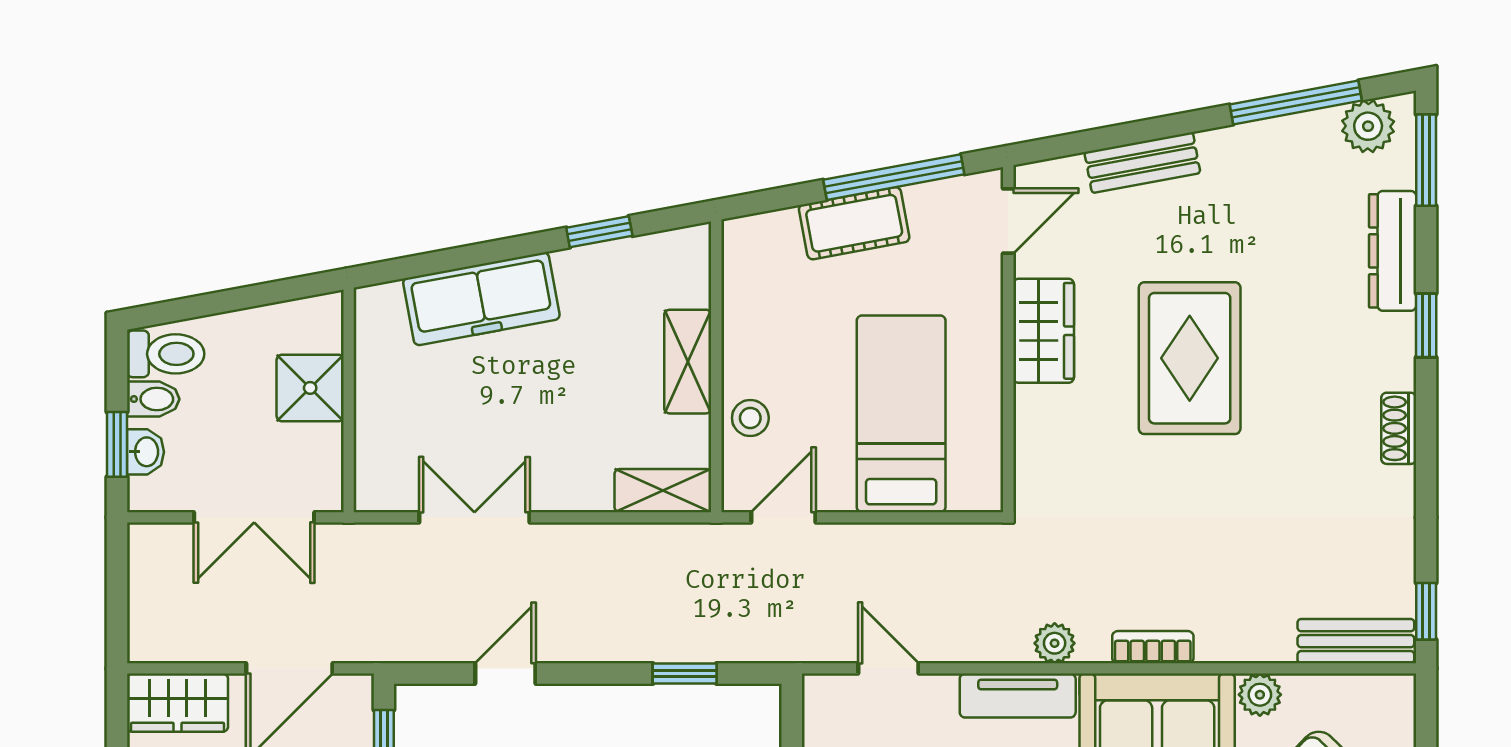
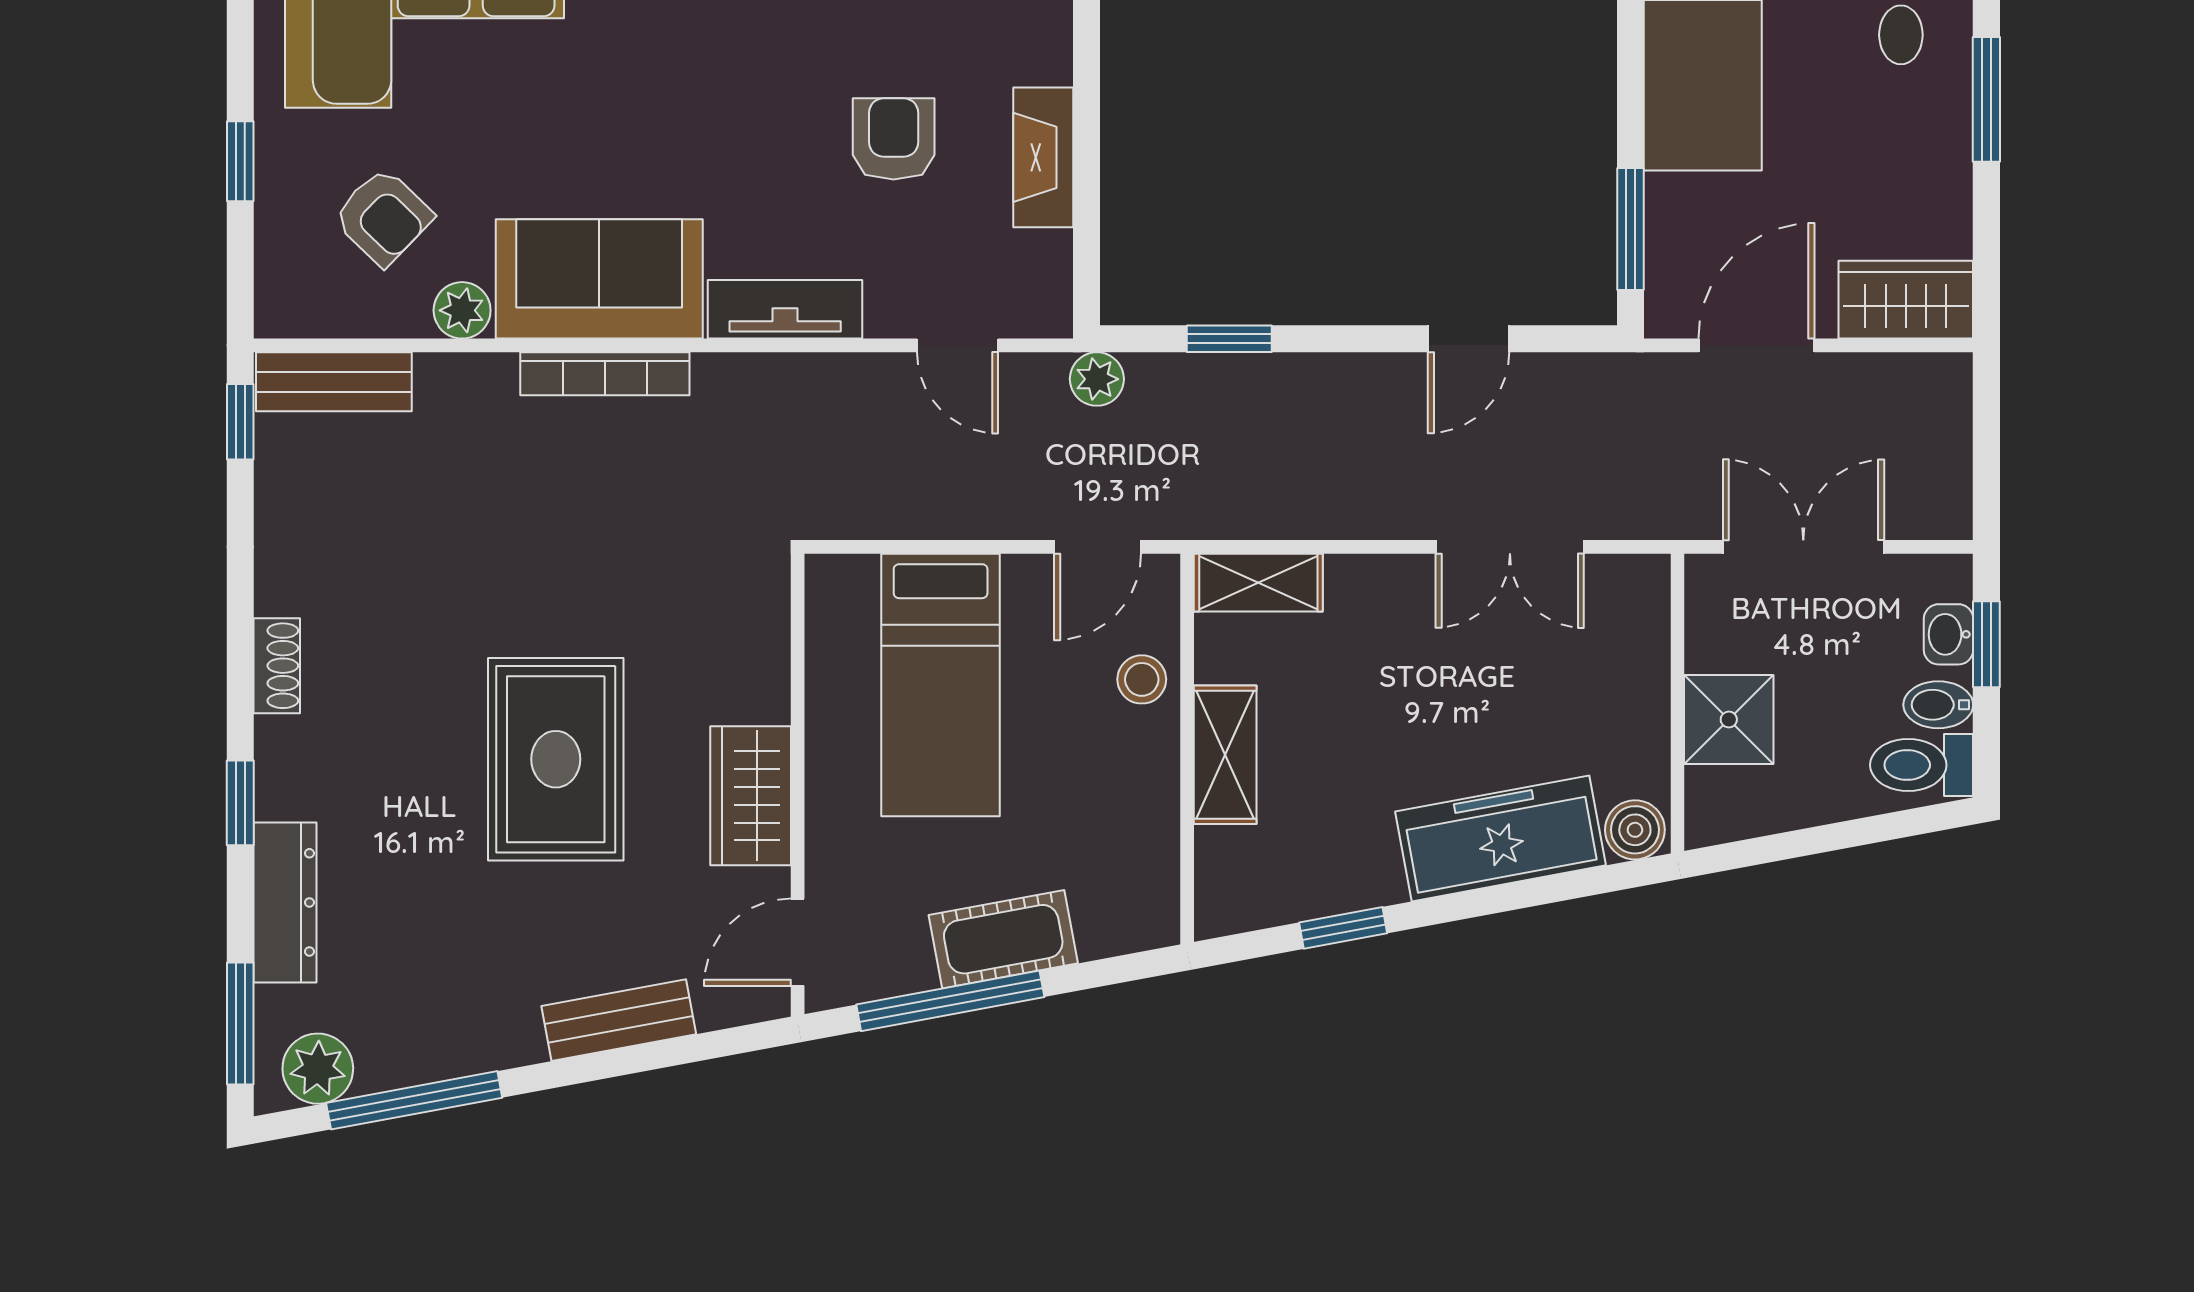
boiler: (381, 305) -> (1635, 830), added
plant: (1055, 643) -> (1097, 379), moved
bookcase: (1153, 647) -> (605, 374), width x1.56

